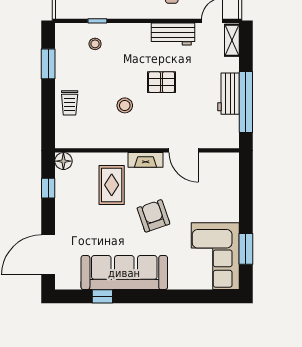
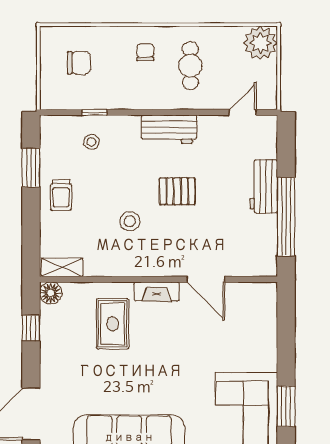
workbench: (173, 34) -> (169, 129), moved
shelving: (232, 40) -> (62, 267), moved, turned 90
workbench: (228, 94) -> (264, 186), moved
trolley: (70, 103) -> (61, 195), moved
armchair: (153, 216) -> (167, 364), removed

